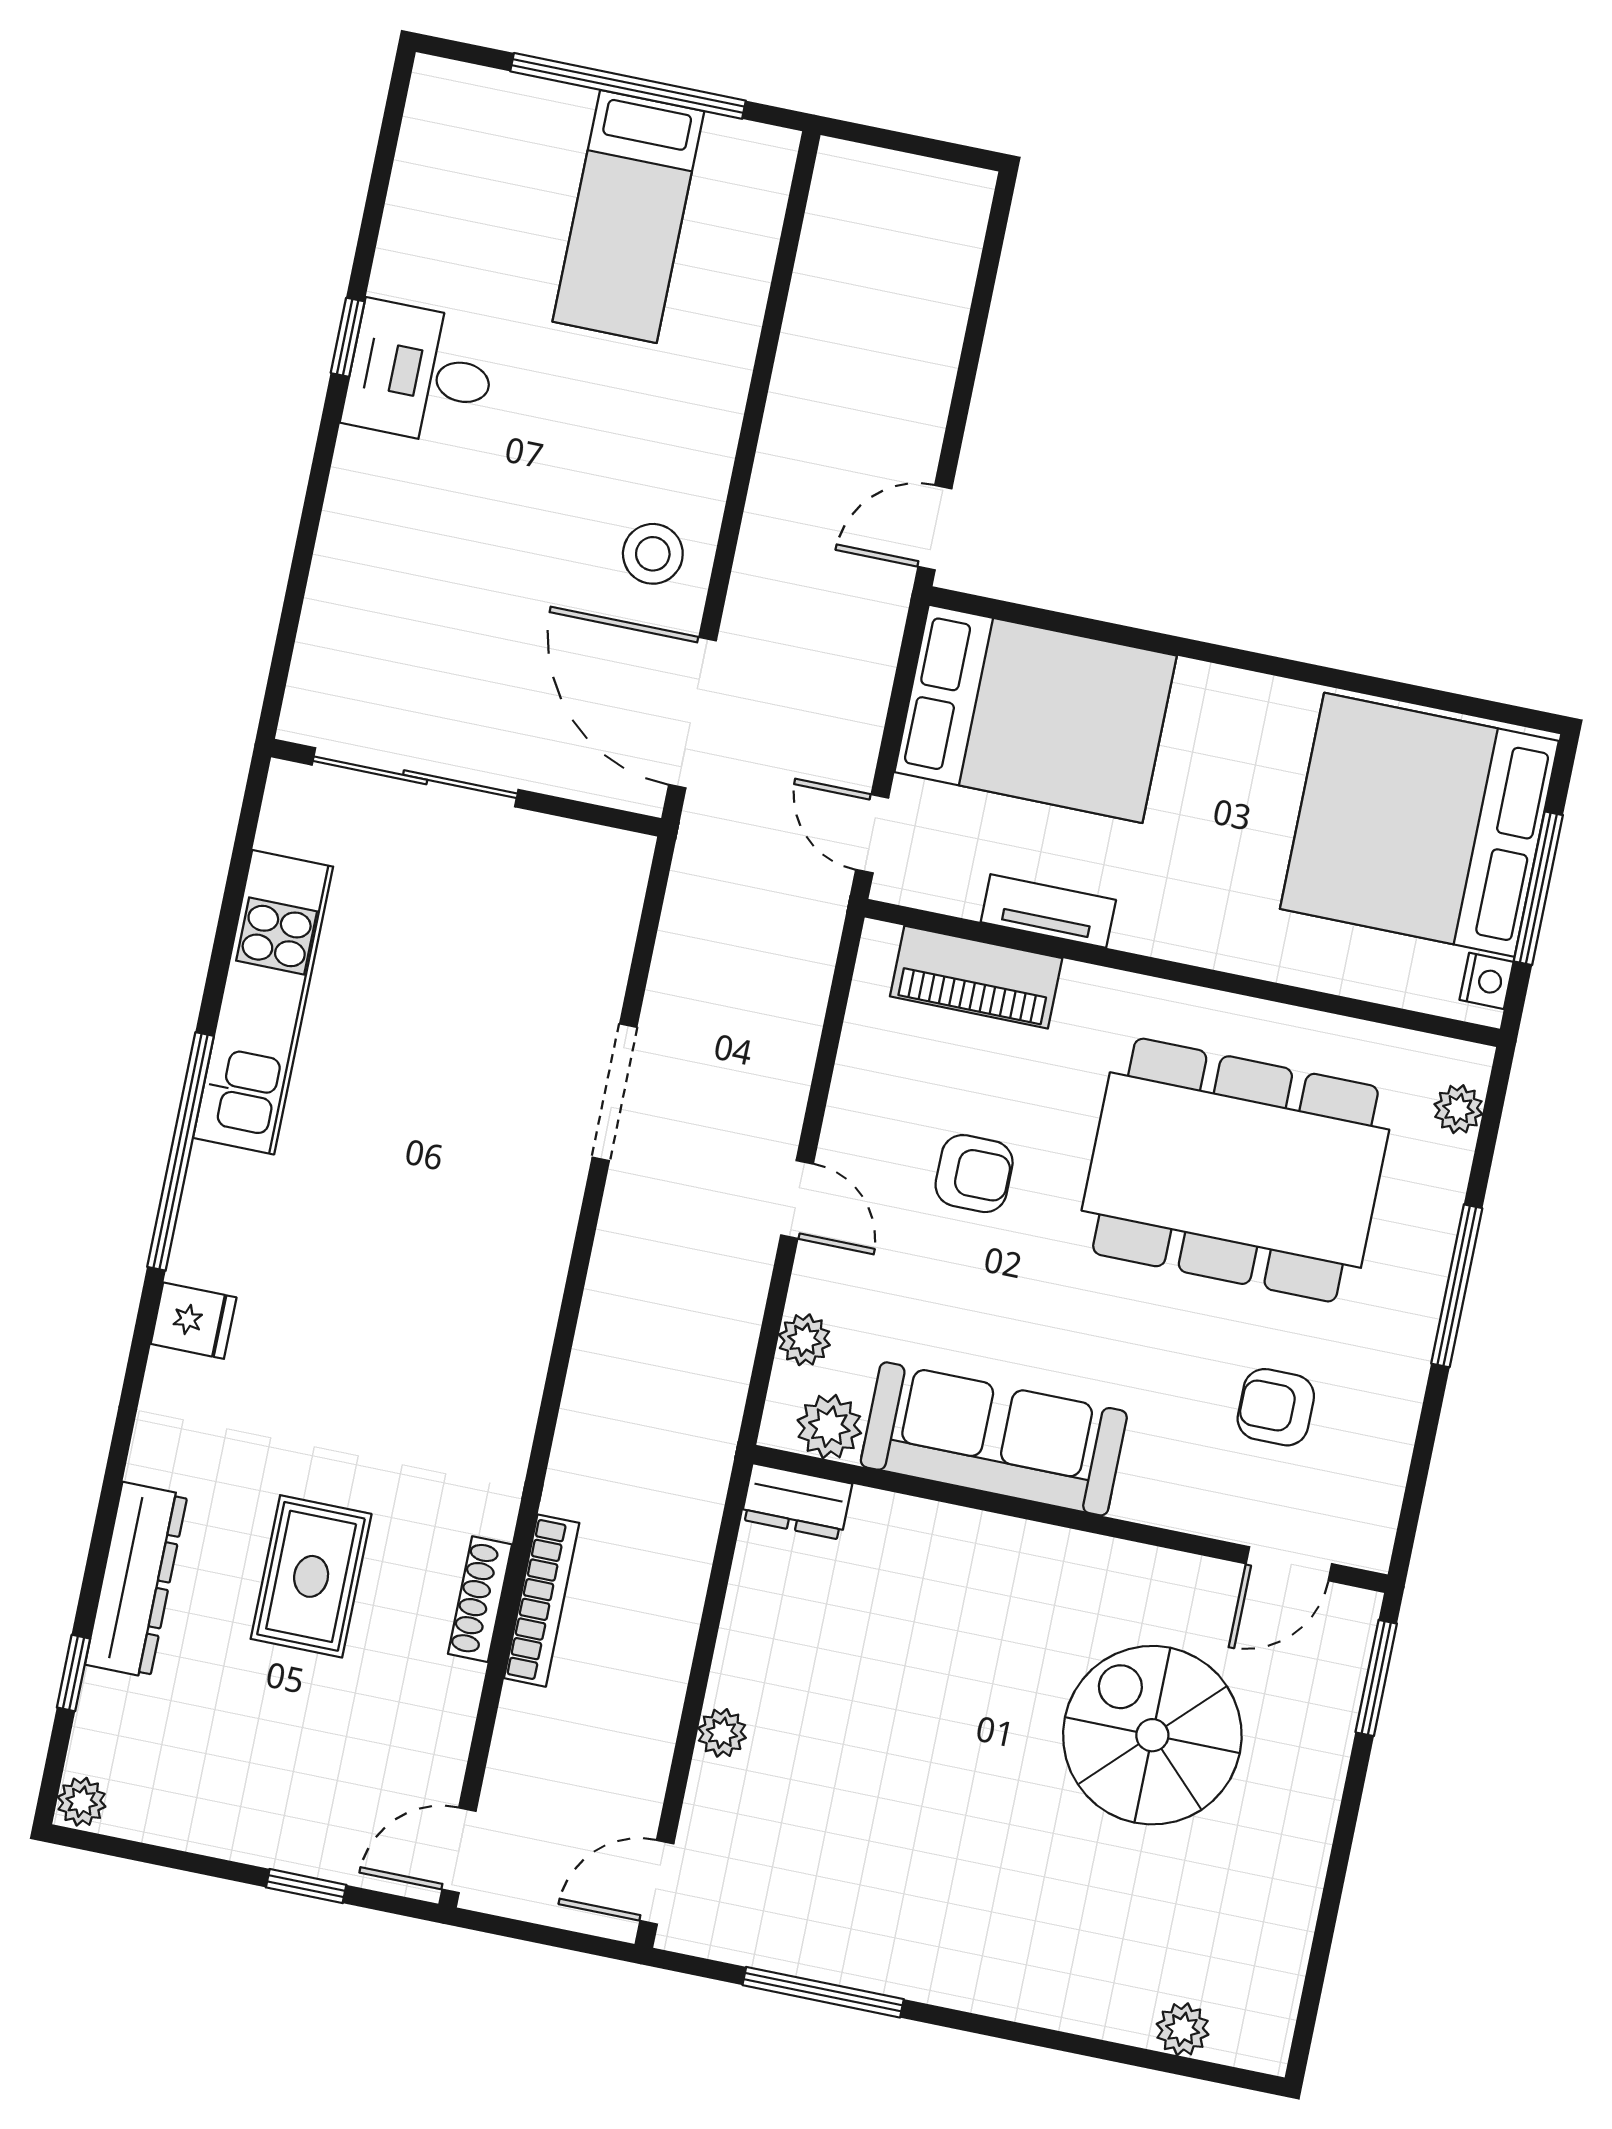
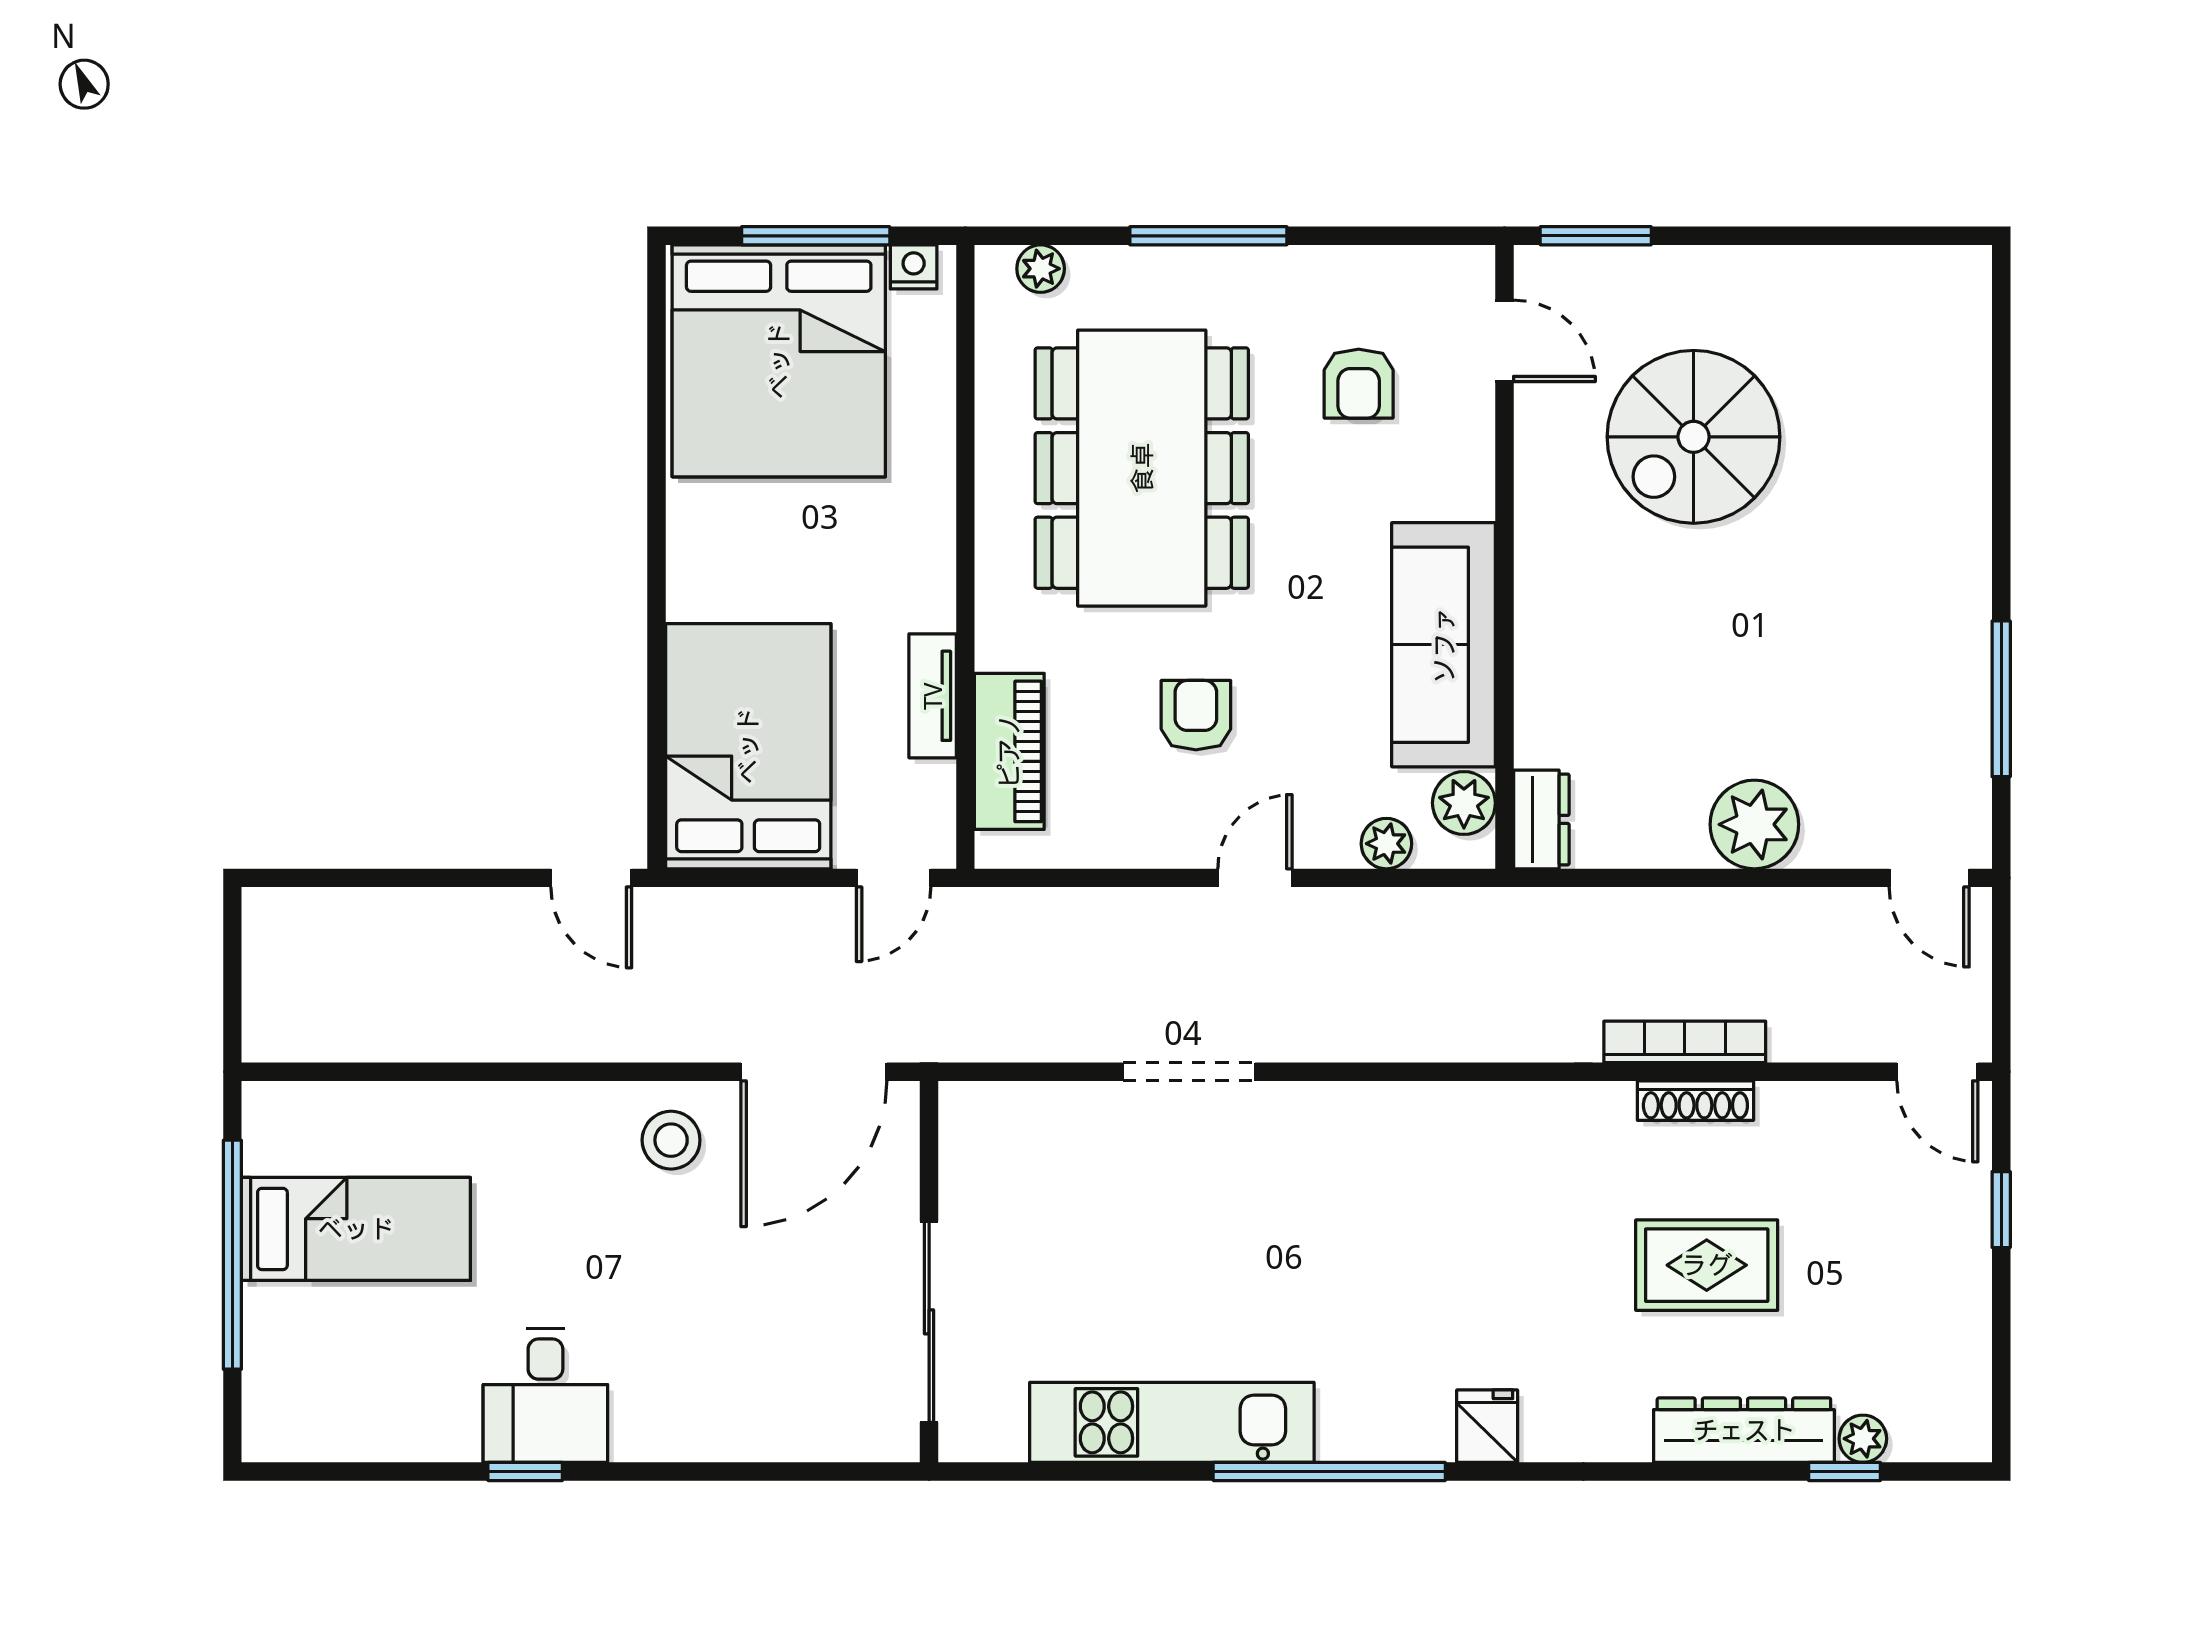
plant: (722, 1733) -> (1754, 824), width x1.88, depth x1.88
plant: (82, 1802) -> (1863, 1439), moved
plant: (1183, 2029) -> (1966, 351), removed

